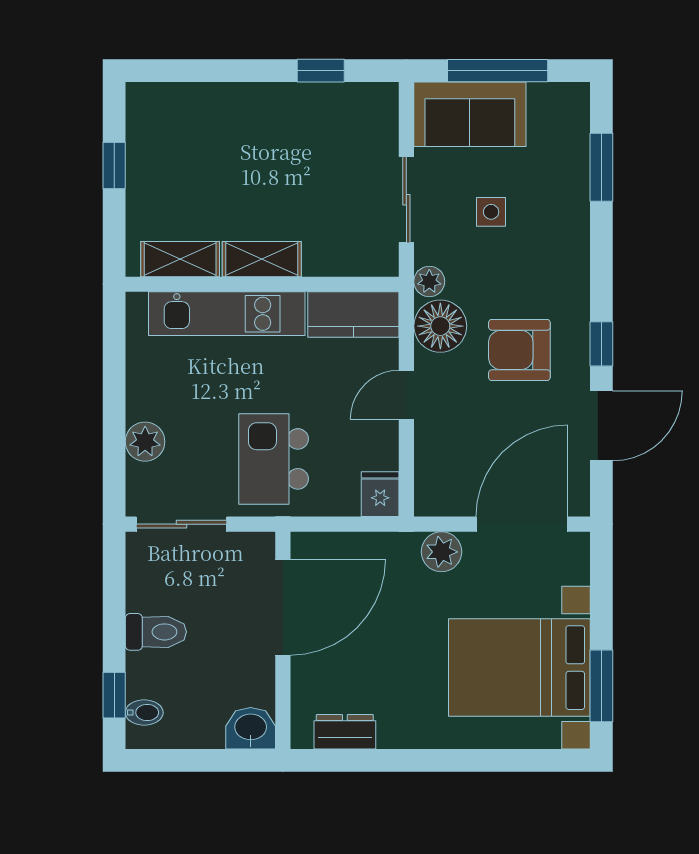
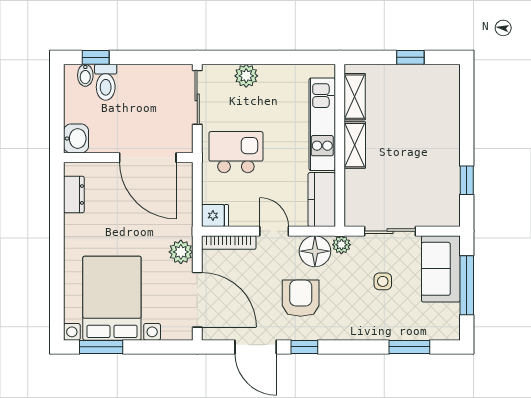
bookcase: (426, 471) -> (229, 243), added
toilet: (156, 632) -> (106, 82), moved

